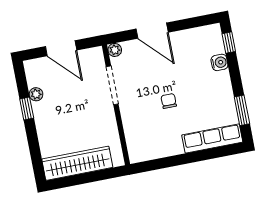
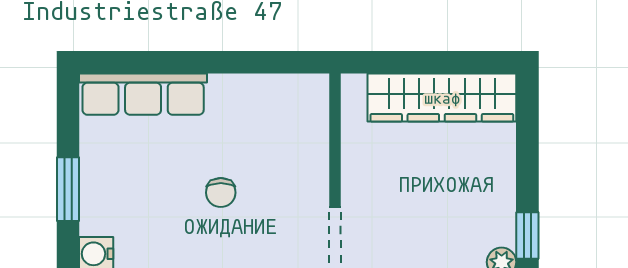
window: (242, 110) -> (68, 189), moved

